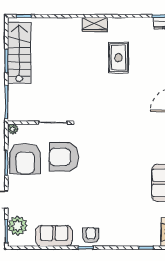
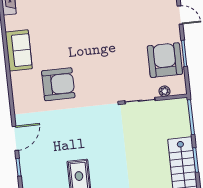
plant: (13, 129) -> (165, 91), moved
armchair: (64, 157) -> (58, 84), moved

